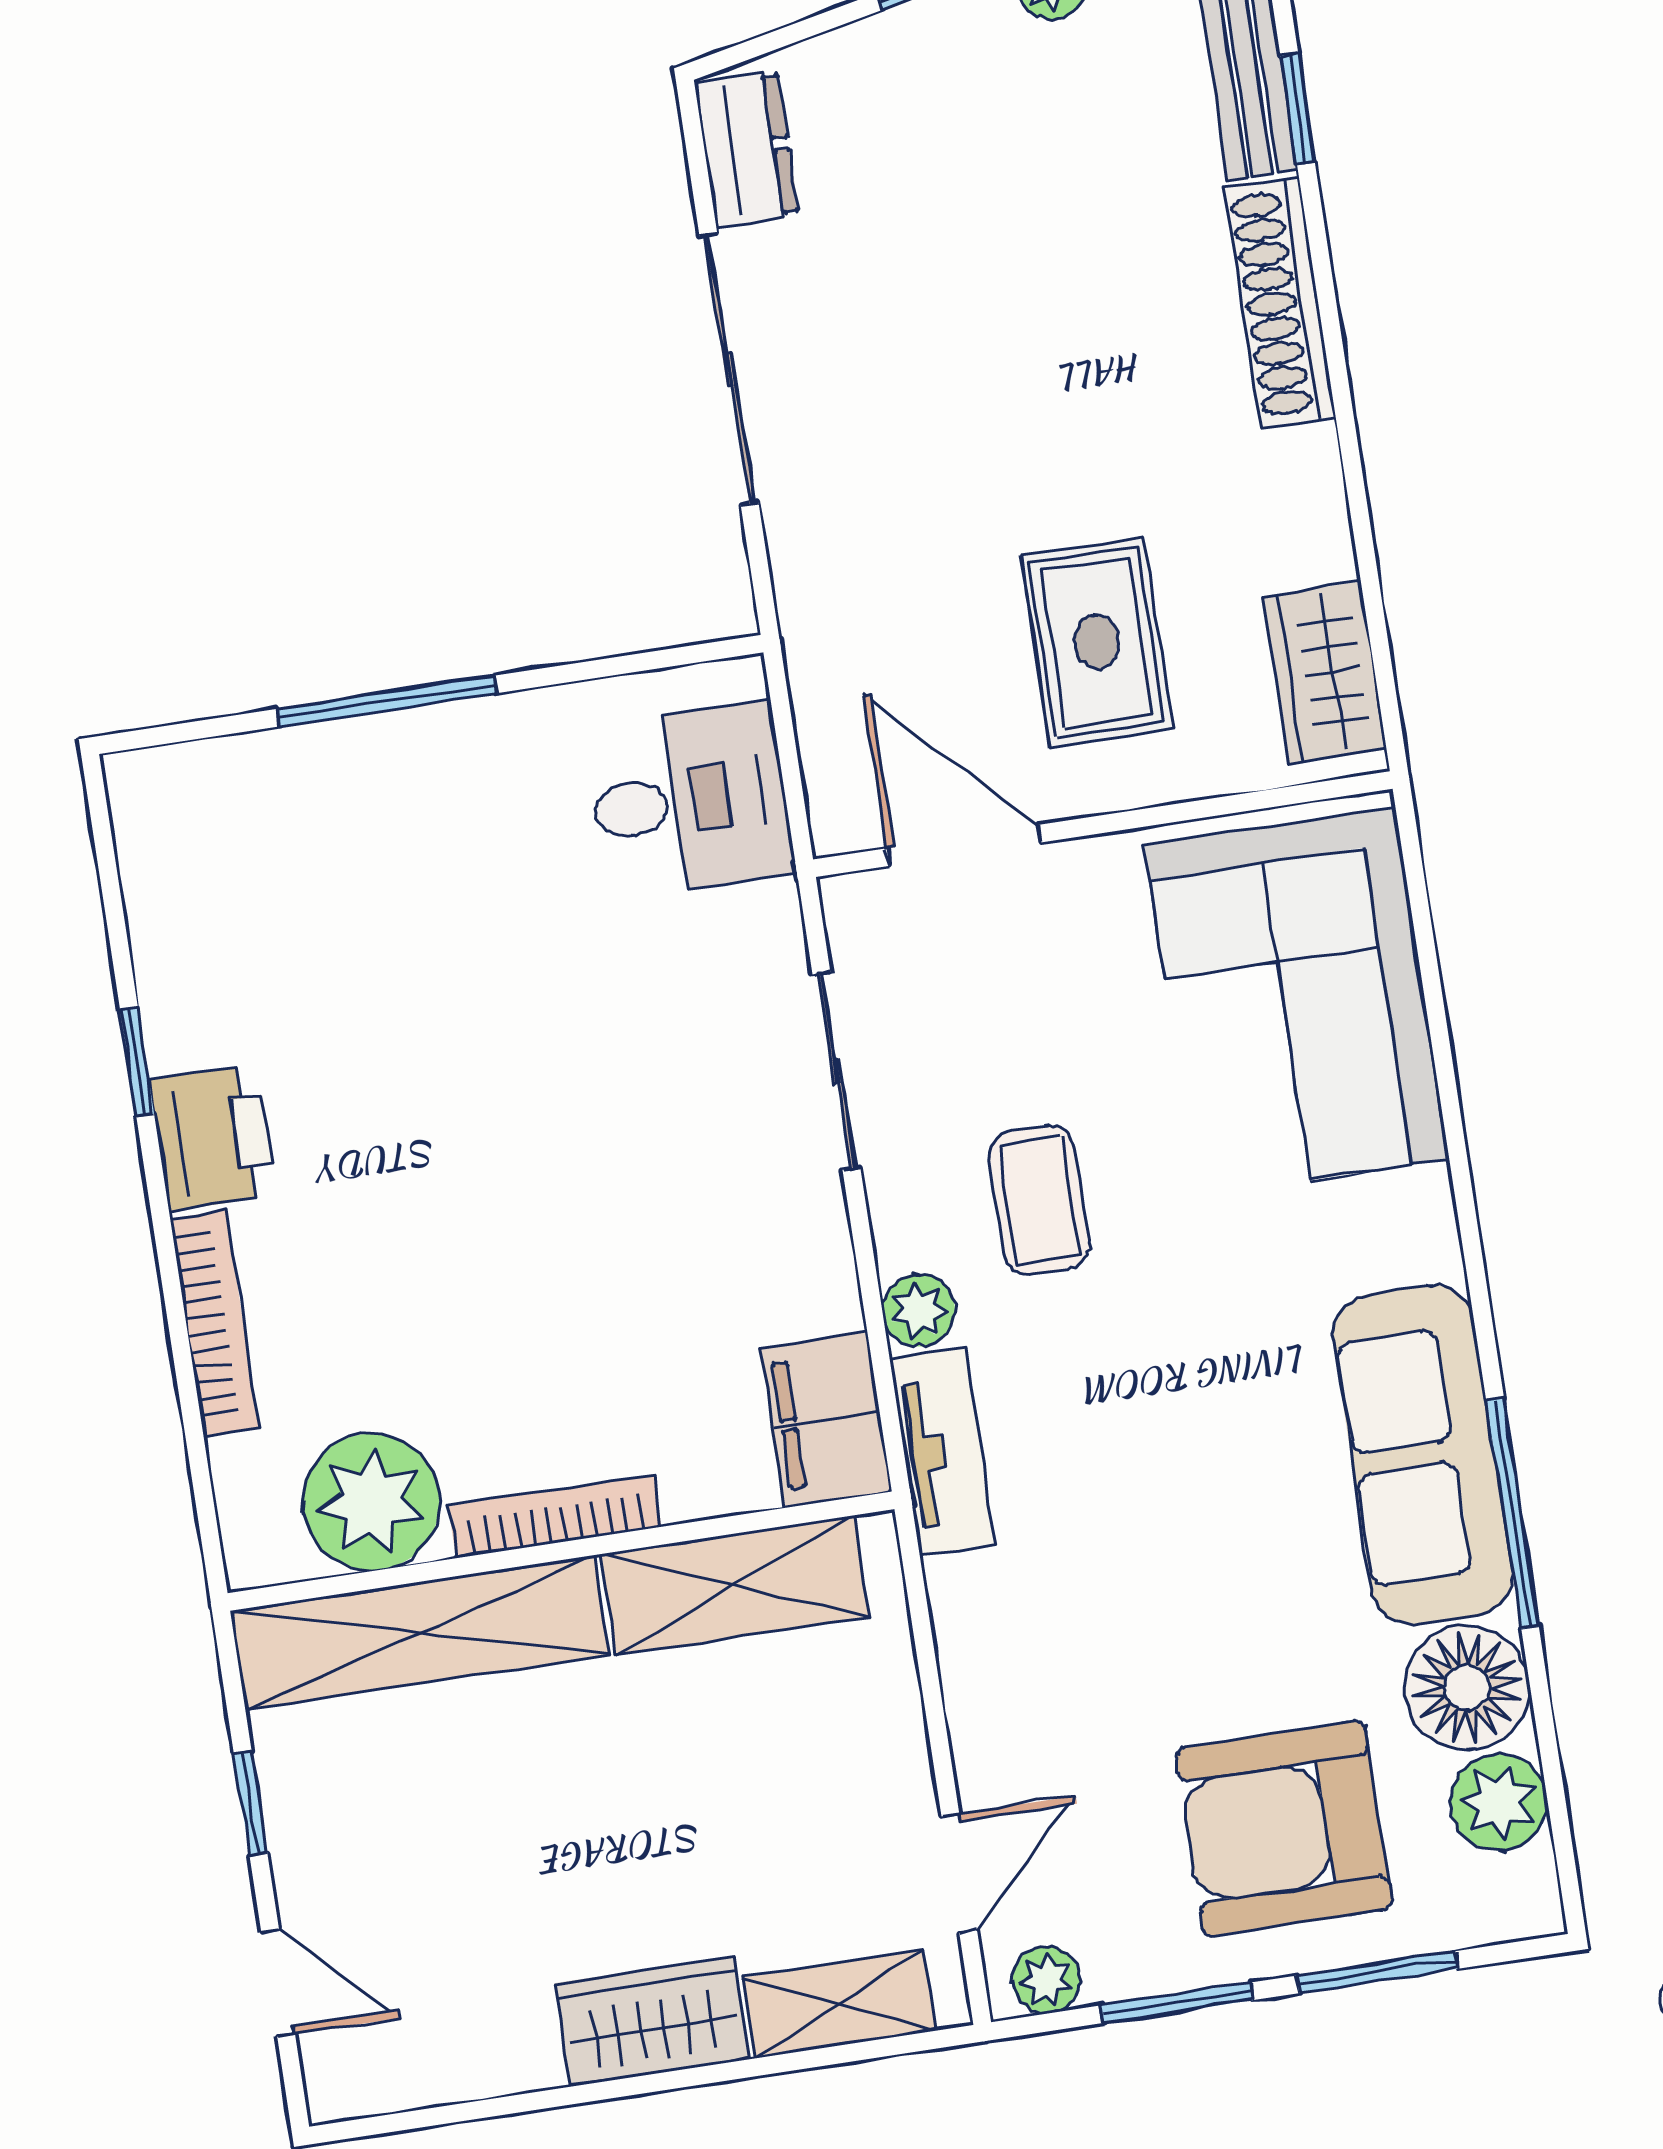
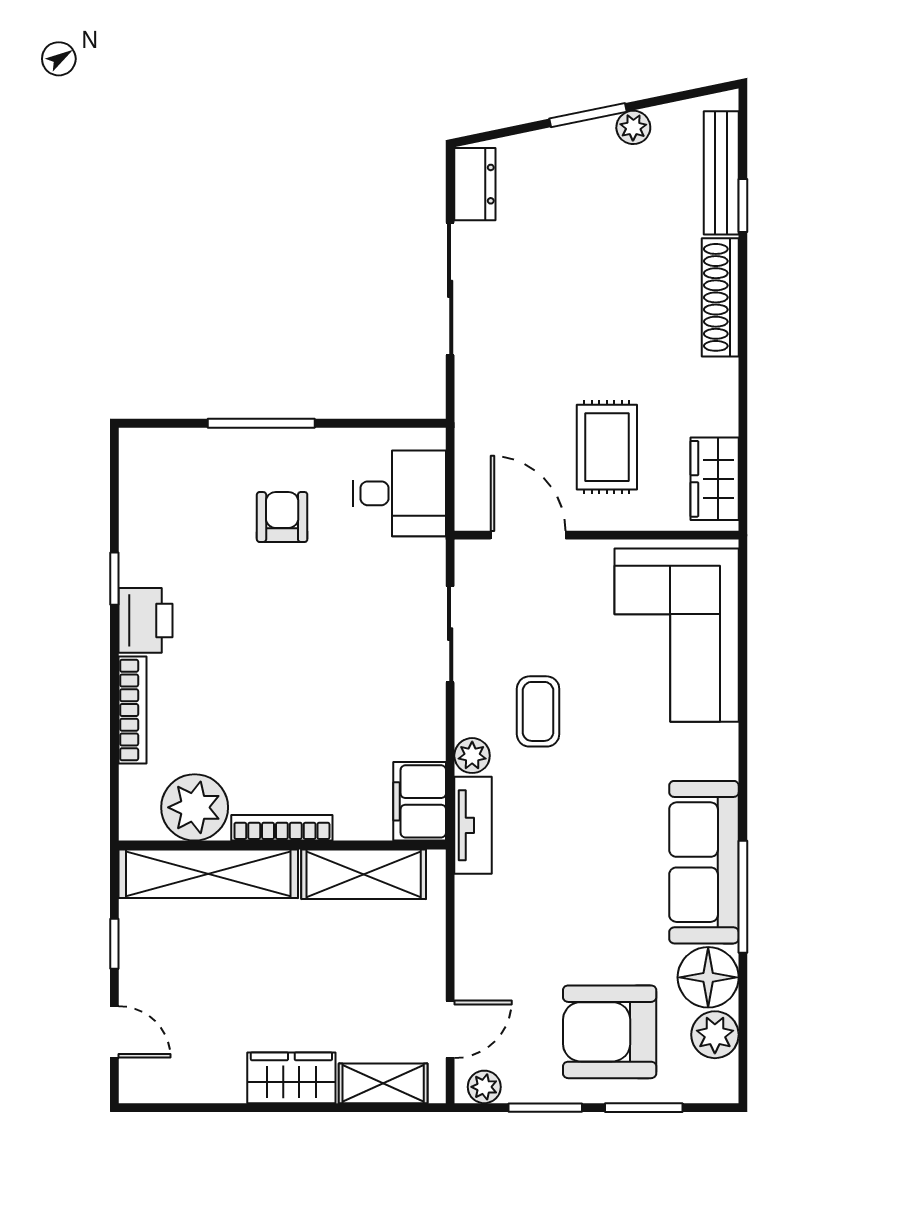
armchair: (459, 885) -> (282, 517), added

